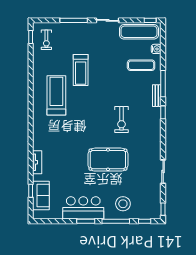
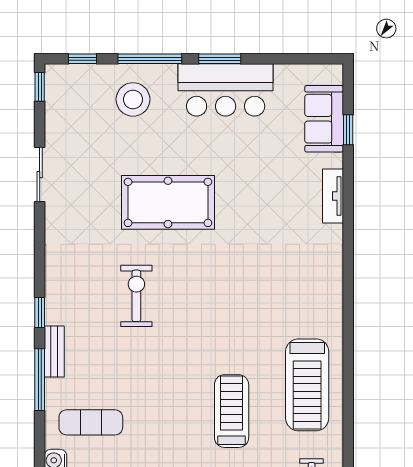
treadmill: (56, 95) -> (307, 385), moved

